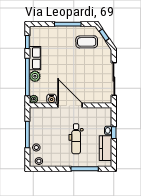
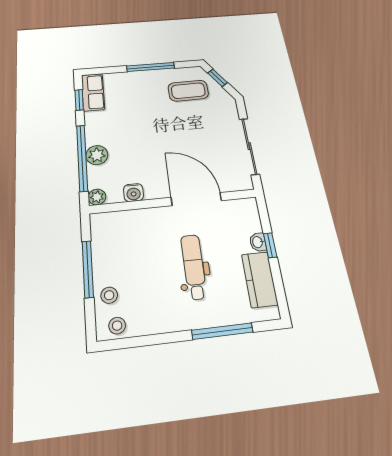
row of seats: (35, 58) -> (93, 92), moved
door: (70, 105) -> (196, 199), moved
dental chair: (76, 139) -> (194, 267), turned 180

